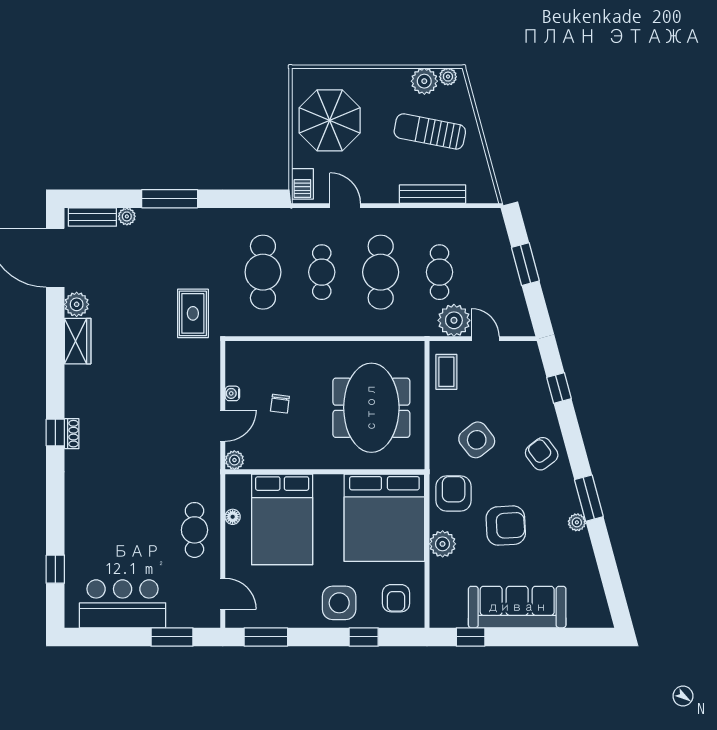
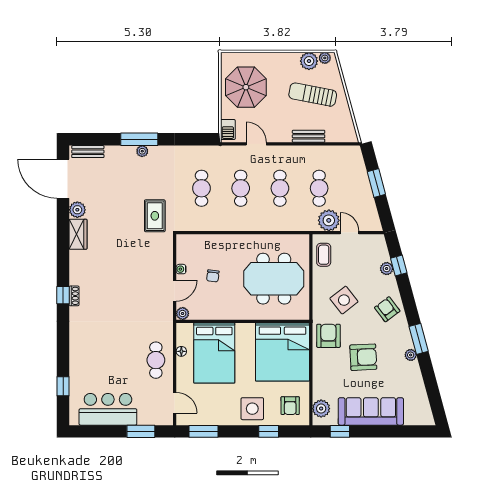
bench: (432, 194) -> (309, 136), width x0.73
plant: (127, 216) -> (142, 151), moved
cafe table: (263, 272) -> (201, 188), width x0.73, depth x0.74
cafe table: (381, 272) -> (280, 188), width x0.73, depth x0.74
plant: (541, 393) -> (387, 269), added
meeting table: (371, 408) -> (274, 279), turned 90
plant: (443, 544) -> (321, 409), moved

